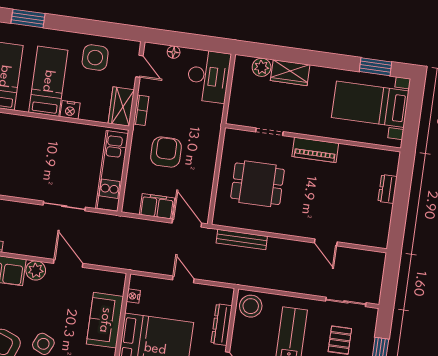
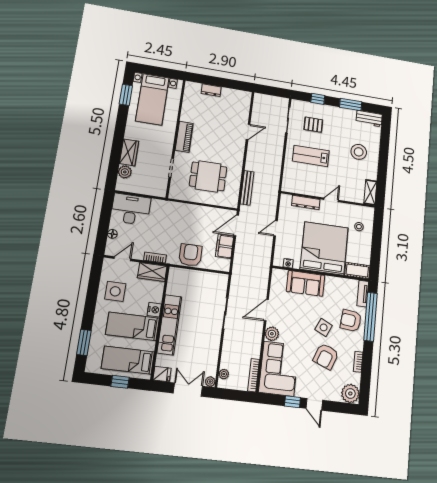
armchair: (166, 152) -> (190, 255), moved, turned 90
kitchen unit: (112, 171) -> (169, 325), moved, turned -90
dining table: (258, 184) -> (208, 176), turned 90
stool: (251, 306) -> (293, 183), removed

